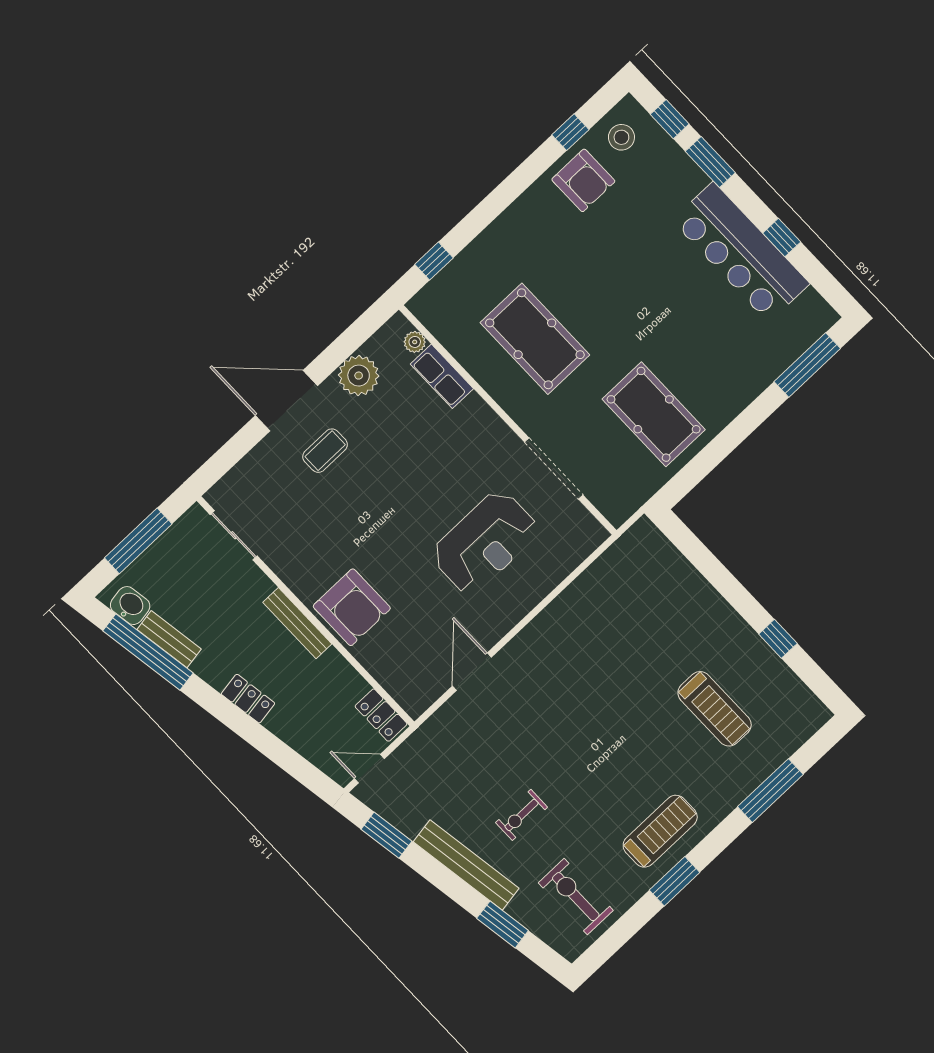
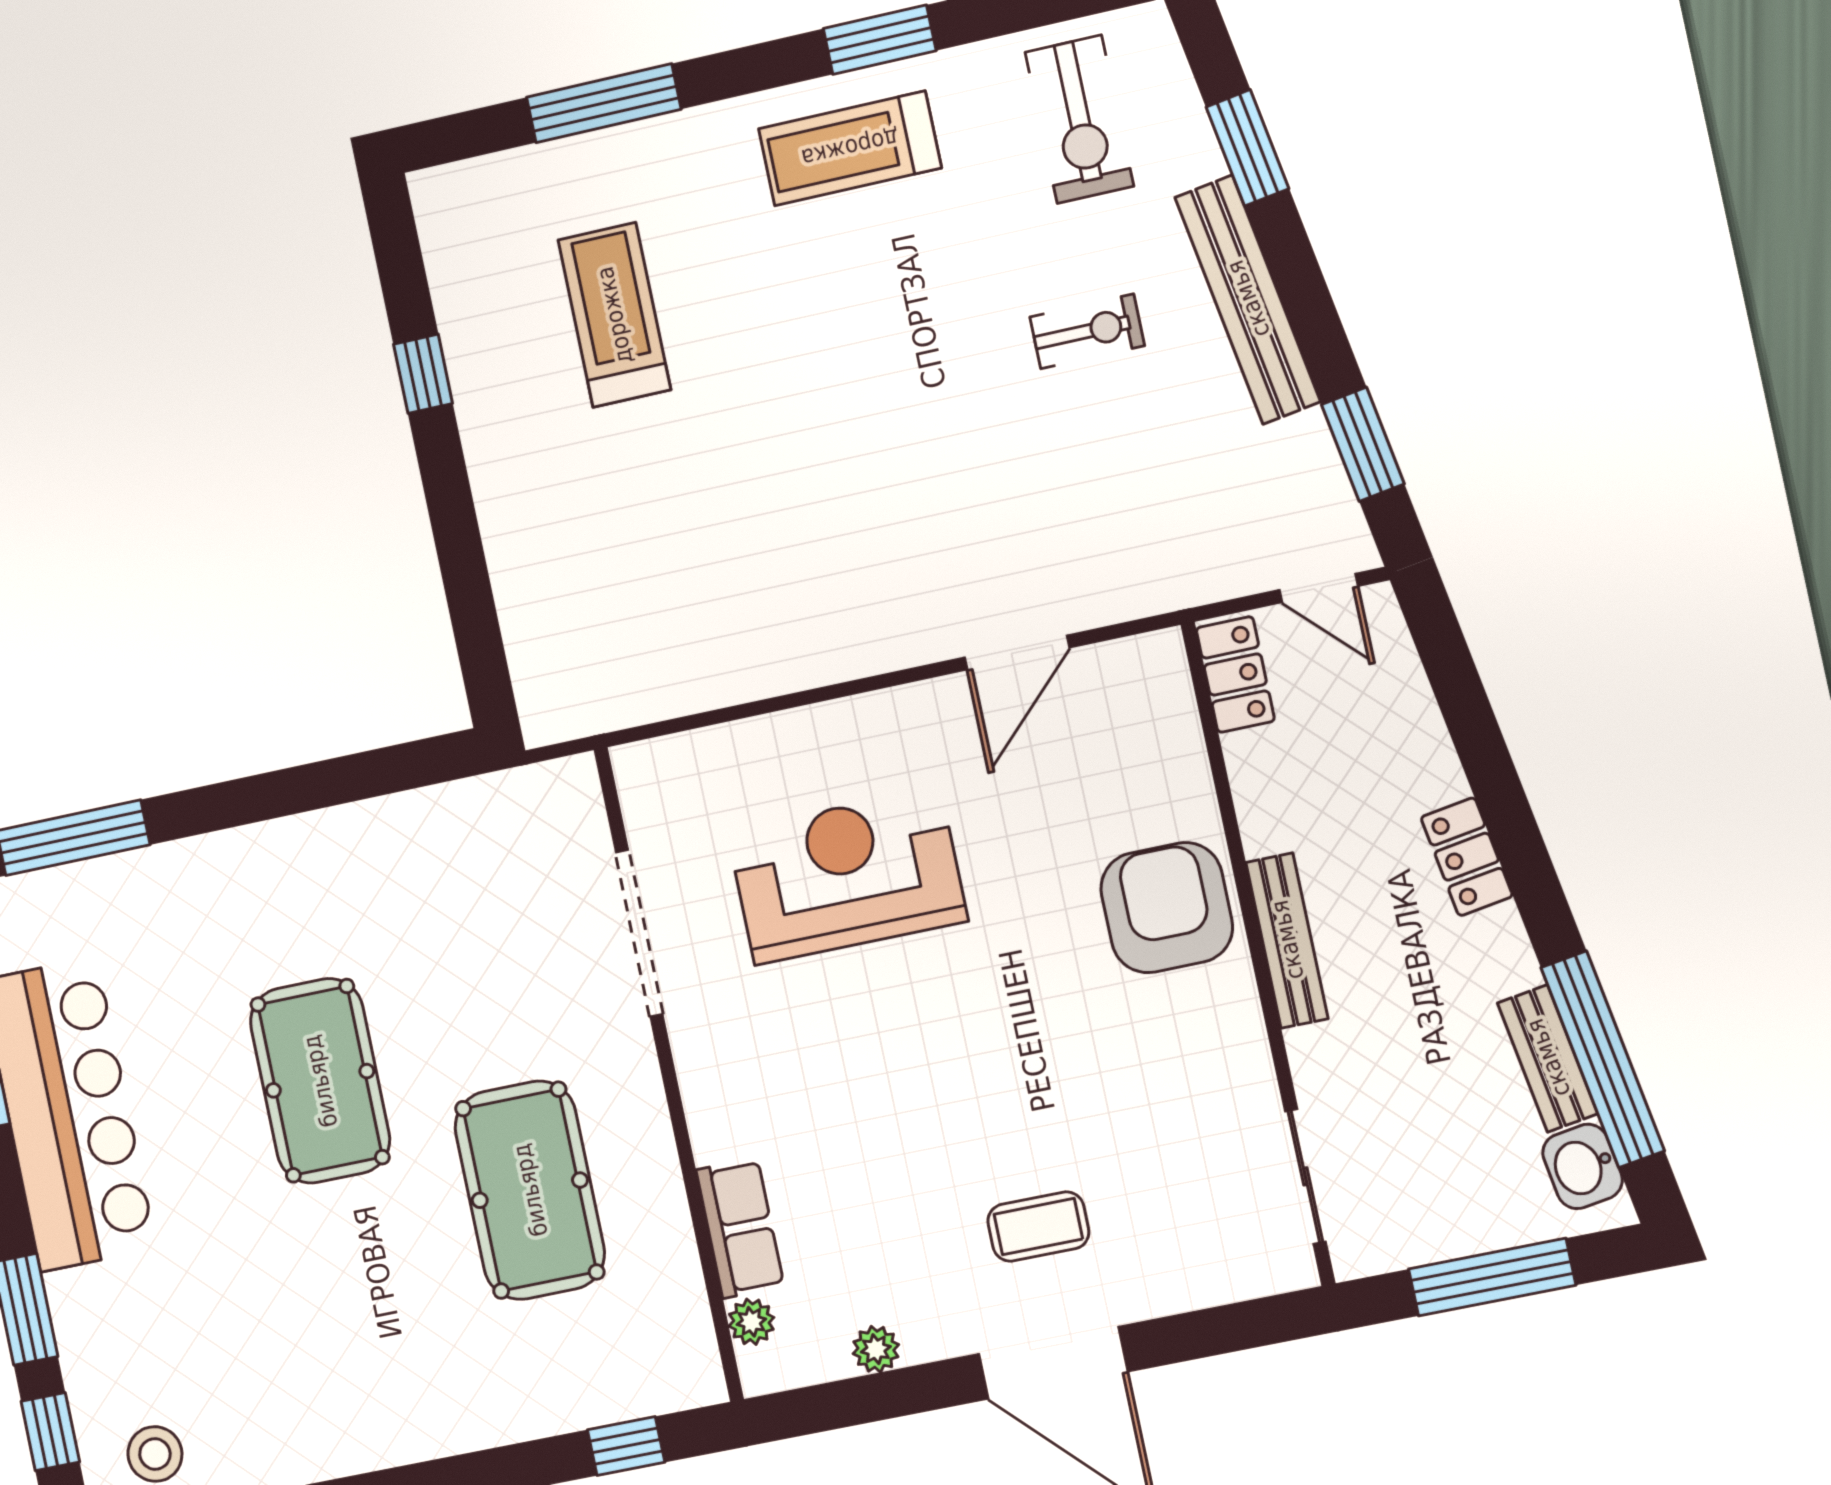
armchair: (583, 180) -> (269, 1420), removed
plant: (359, 376) -> (876, 1349), width x0.53, depth x0.53
pool table: (654, 414) -> (320, 1081), moved

